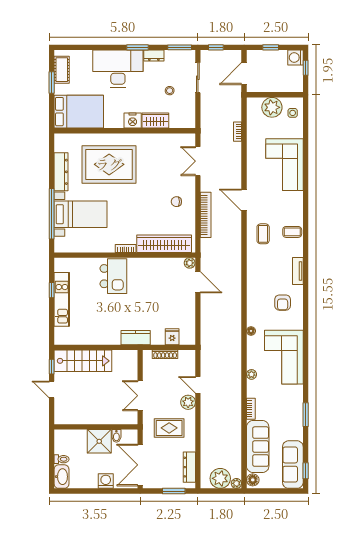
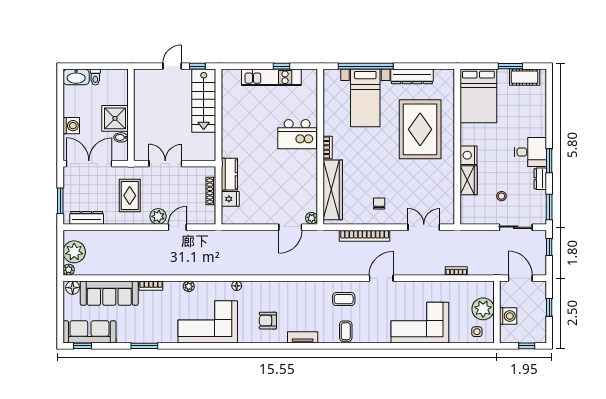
washing machine: (295, 58) -> (508, 316), moved, turned 90
desk: (118, 69) -> (530, 152), width x0.53, depth x0.77
kitchen counter: (136, 338) -> (229, 174), moved

